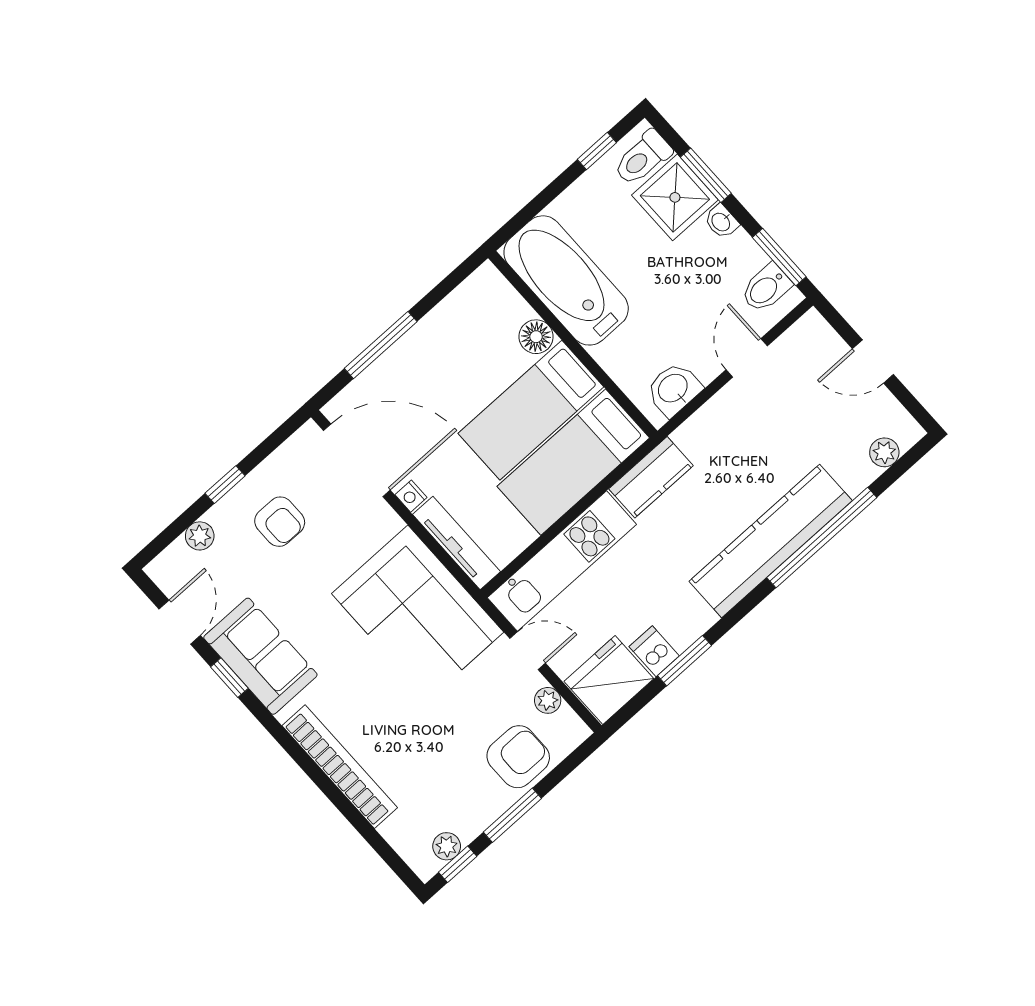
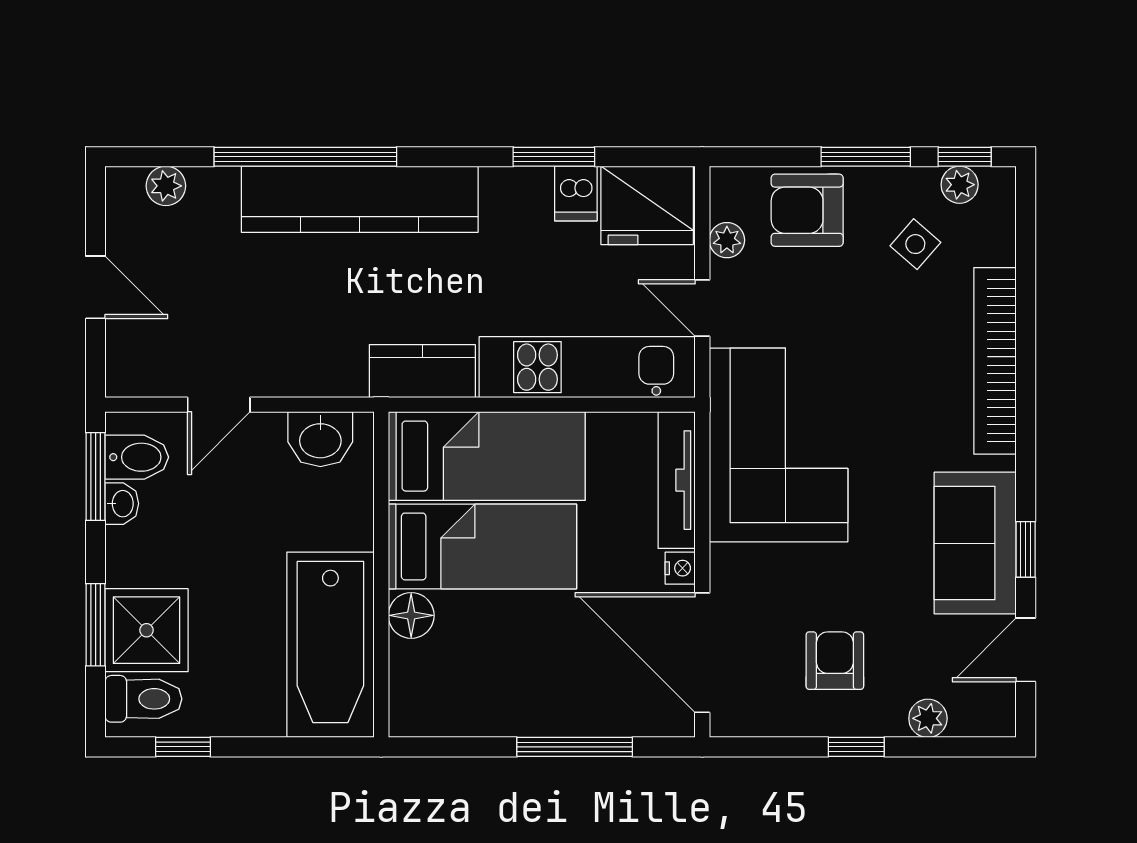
washbasin: (721, 222) -> (122, 504), moved
side table: (442, 792) -> (915, 244), added

